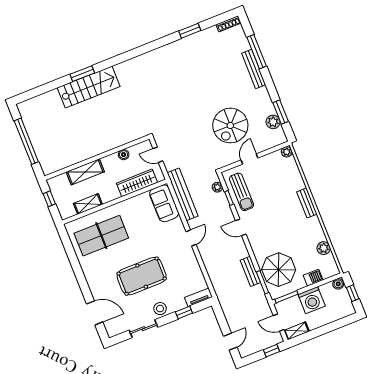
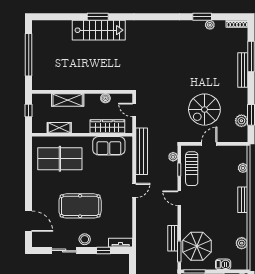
plant: (201, 36) -> (210, 25), added
plant: (287, 152) -> (243, 168), moved
sofa: (164, 203) -> (109, 146), moved, turned -90

